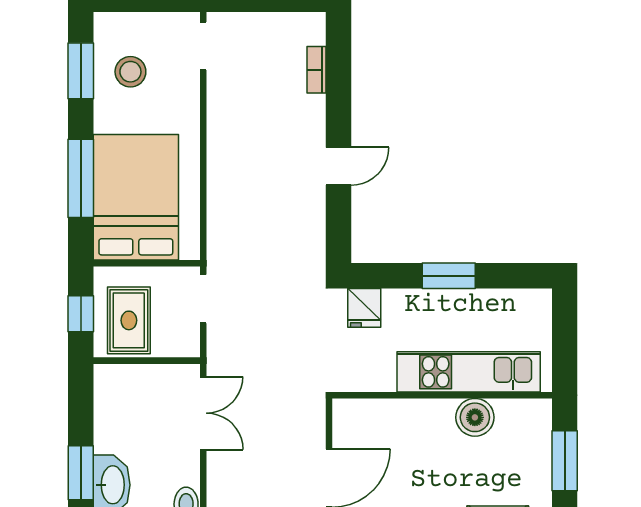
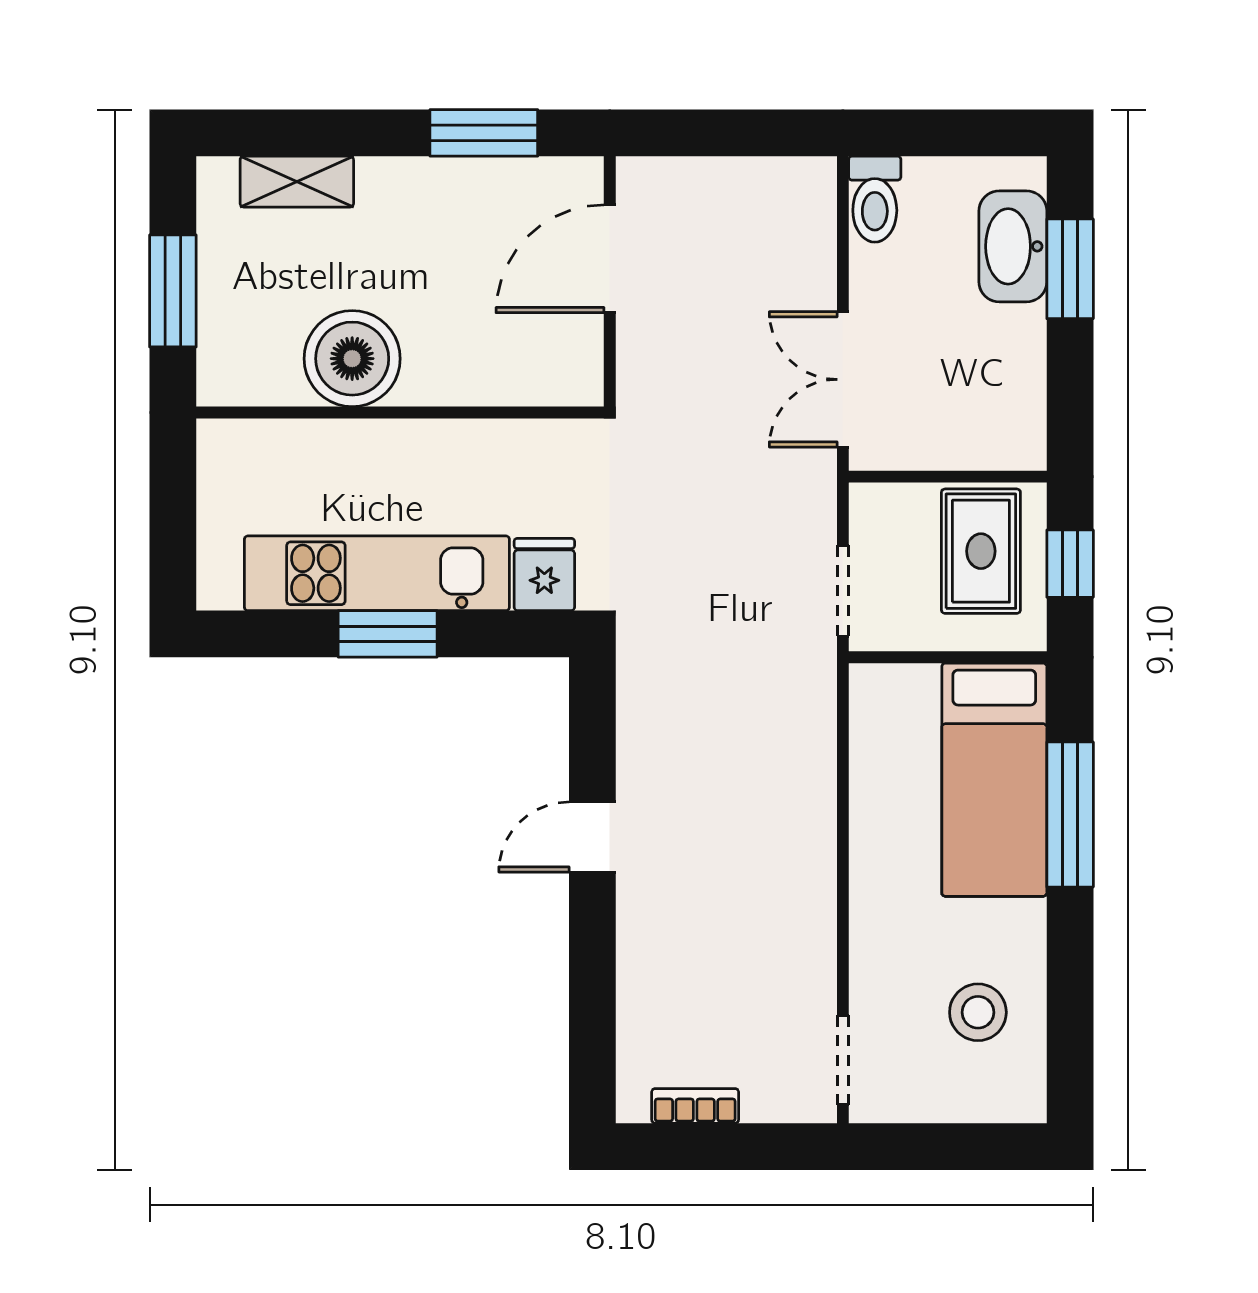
bookcase: (316, 70) -> (695, 1106), moved, turned -90
window: (81, 71) -> (1070, 1014), removed
bed: (136, 197) -> (994, 780), width x0.67
kitchen unit: (469, 372) -> (377, 573), moved, turned 180
boiler: (475, 417) -> (352, 359), width x1.37, depth x1.37

